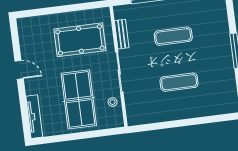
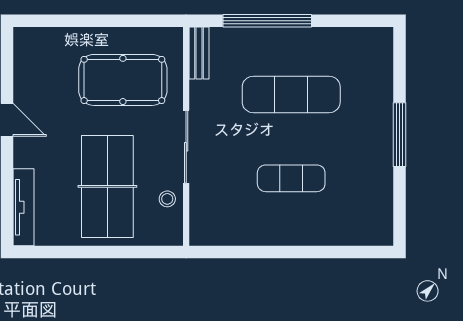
bench: (122, 34) -> (199, 53), moved
exercise mat: (173, 36) -> (291, 94), width x1.36, depth x1.45

